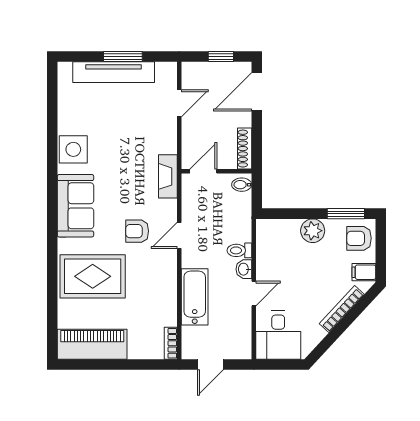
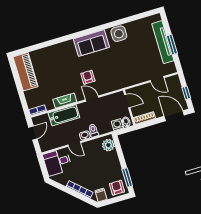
fireplace: (168, 176) -> (65, 101), moved
washing machine: (242, 203) -> (117, 125), added
plant: (313, 231) -> (108, 145), moved
rug: (93, 276) -> (59, 62), removed
door: (210, 365) -> (33, 133), swing flipped

